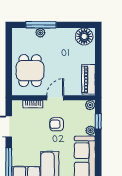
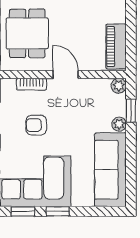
door: (55, 98) -> (66, 75), hinge flipped
armchair: (57, 124) -> (36, 125), moved

